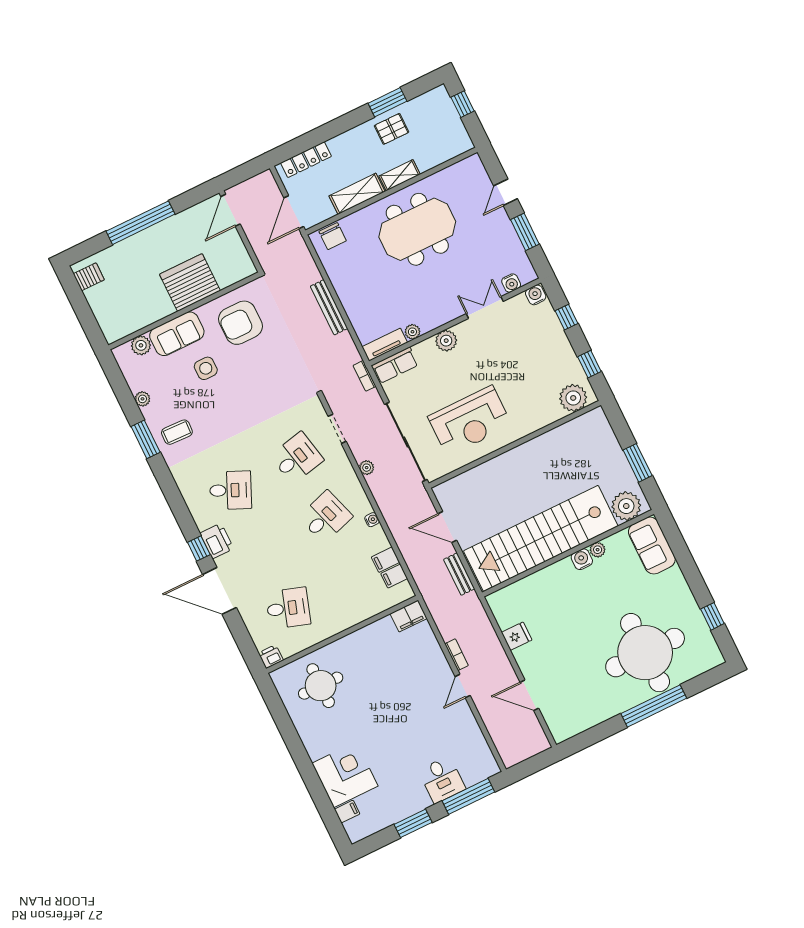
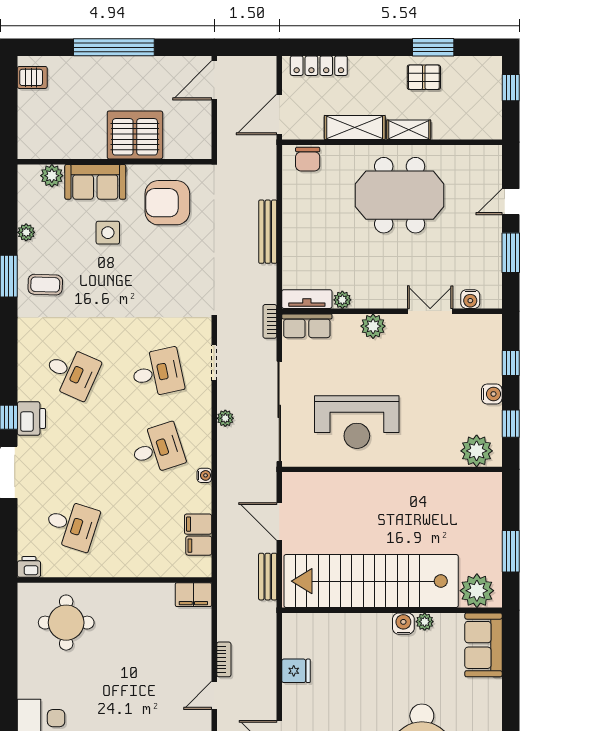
water cooler: (536, 295) -> (492, 394), moved, turned 90

